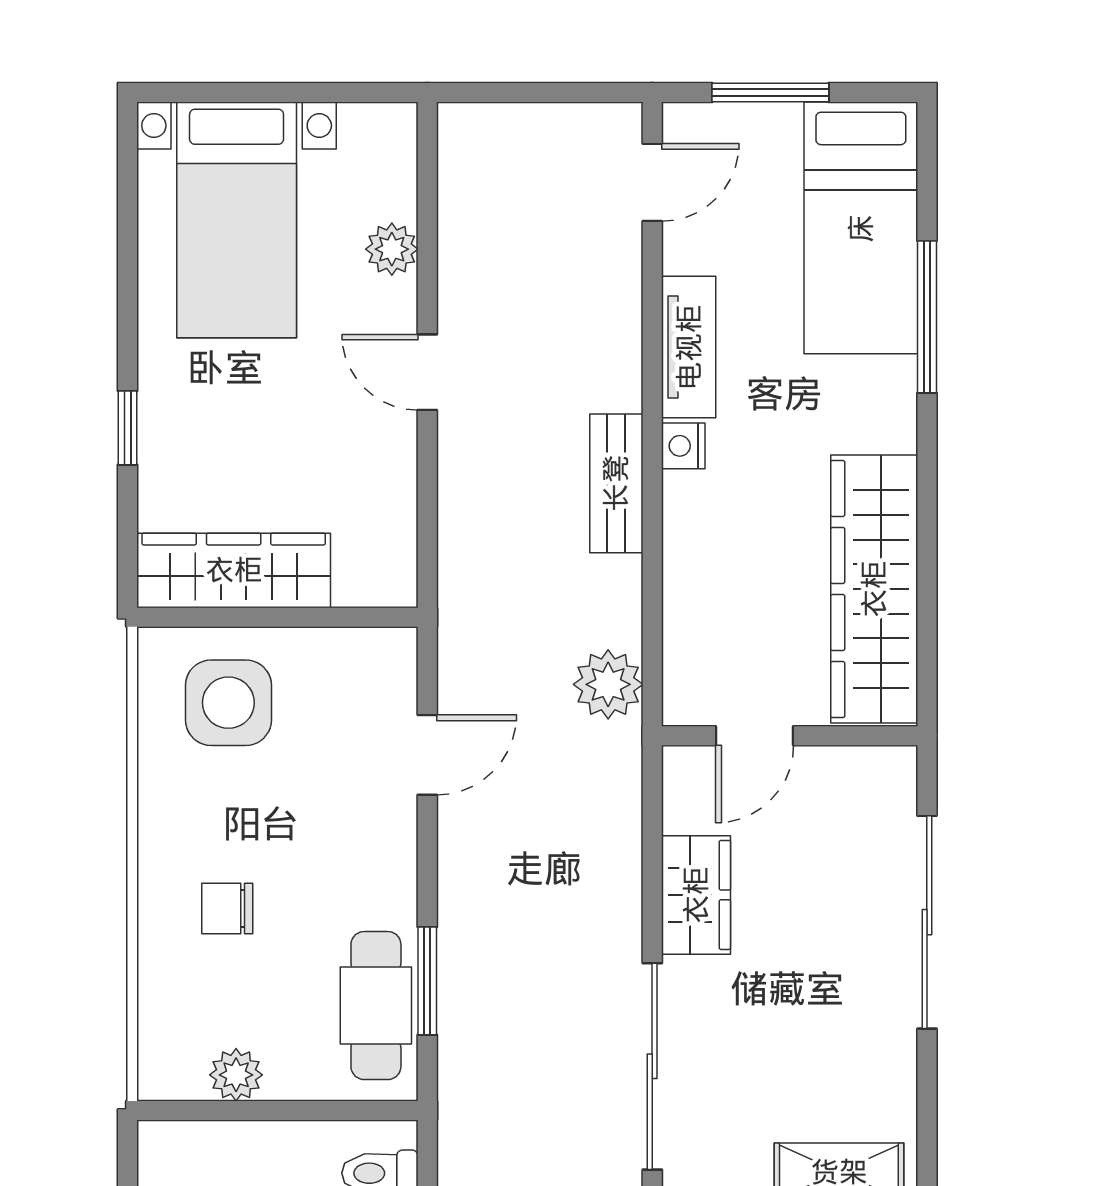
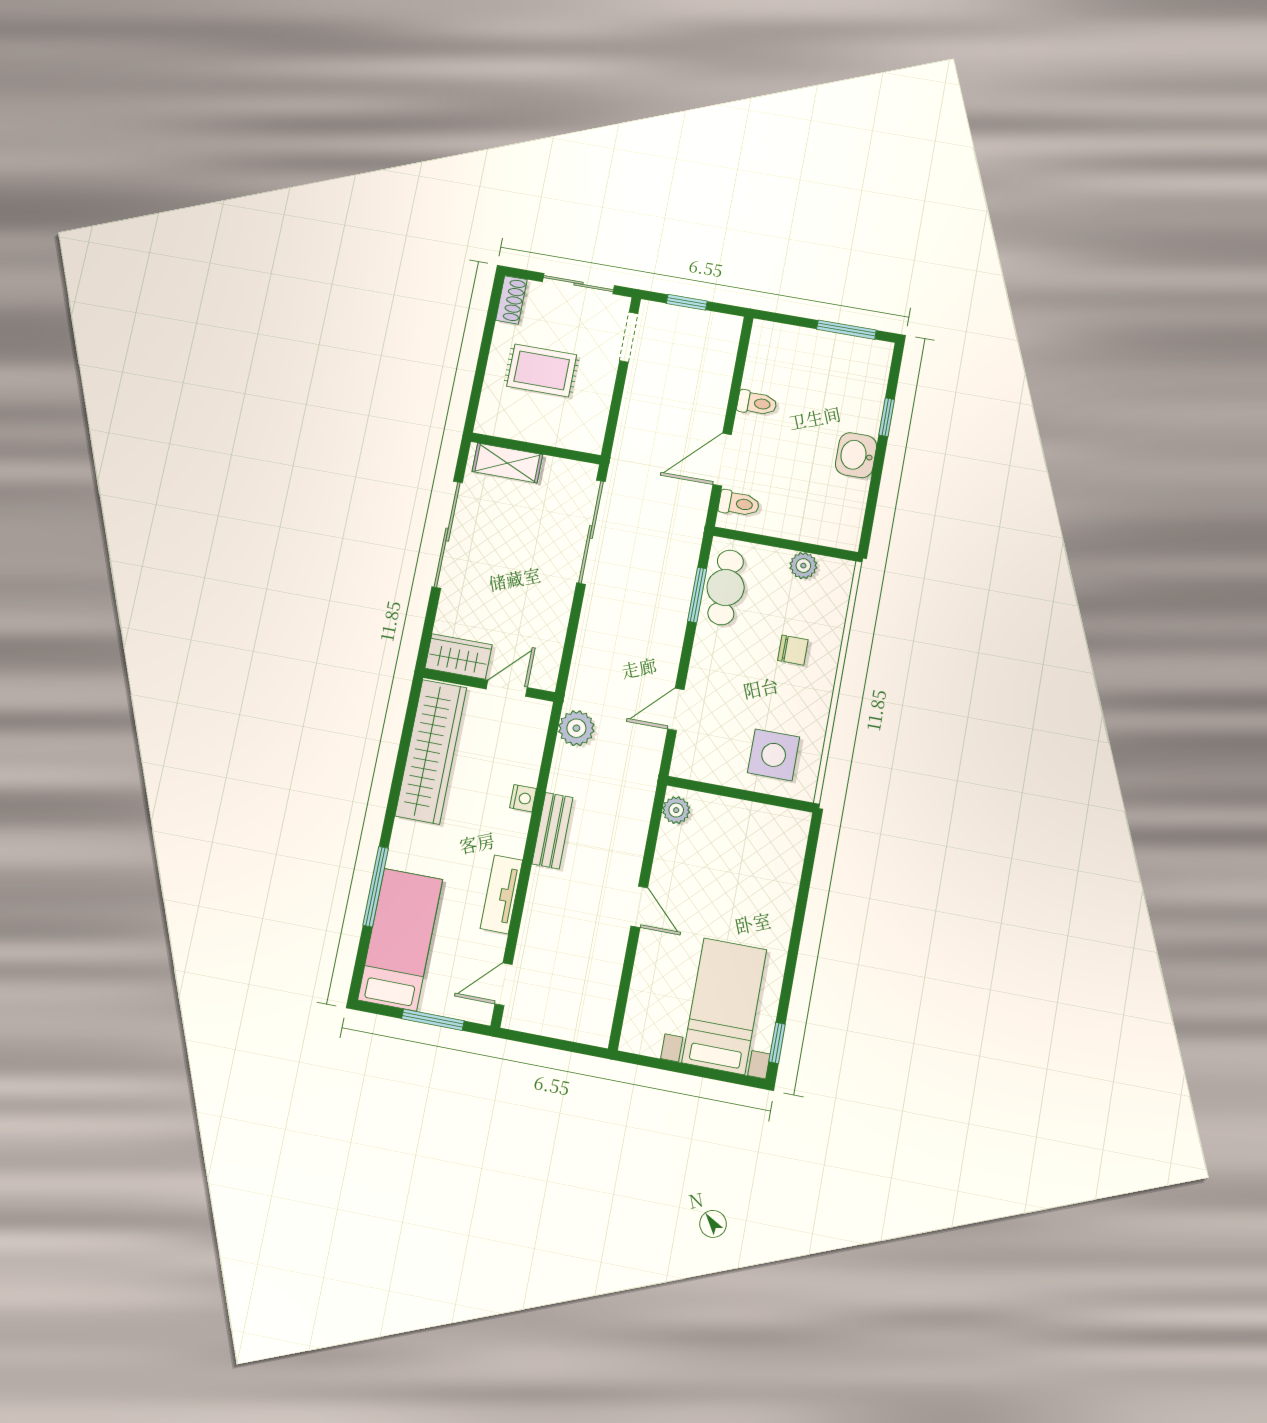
plant: (392, 249) -> (676, 810), moved
window: (128, 428) -> (777, 1043), moved
nightstand: (683, 446) -> (523, 798), moved
wardrobe: (234, 570) -> (759, 823), removed
wardrobe: (696, 895) -> (458, 656), moved, turned 90
sliding door: (927, 922) -> (447, 535), moved

